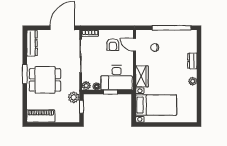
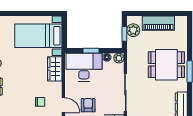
plant: (74, 97) -> (133, 30), moved
piano: (41, 116) -> (158, 23), moved

